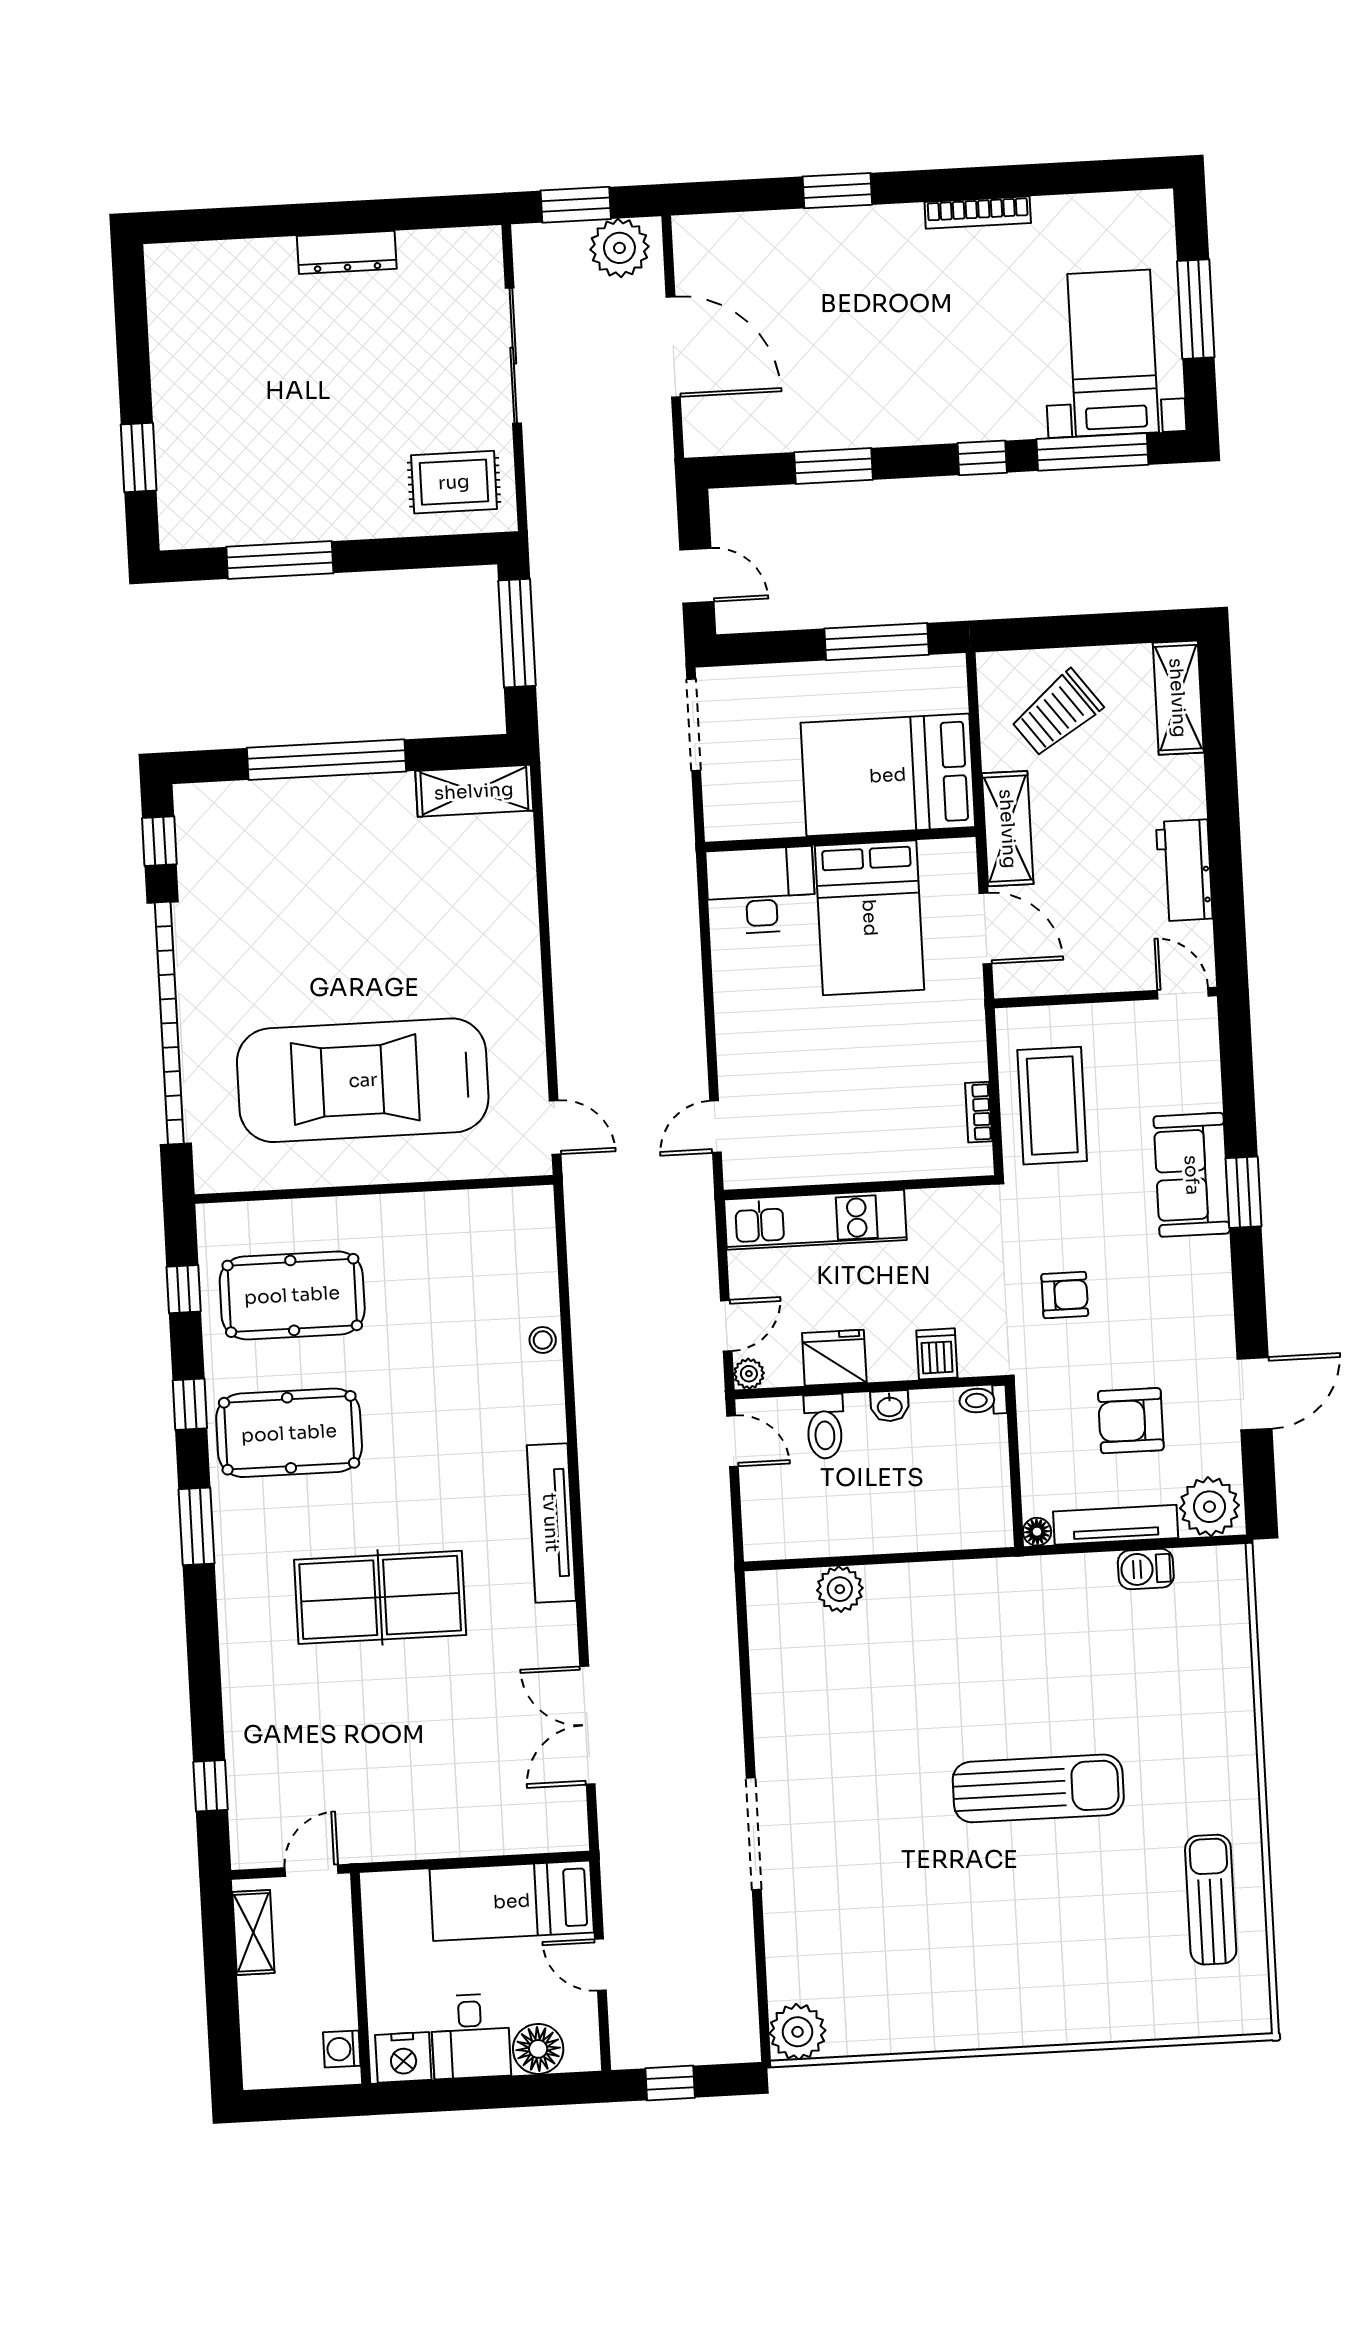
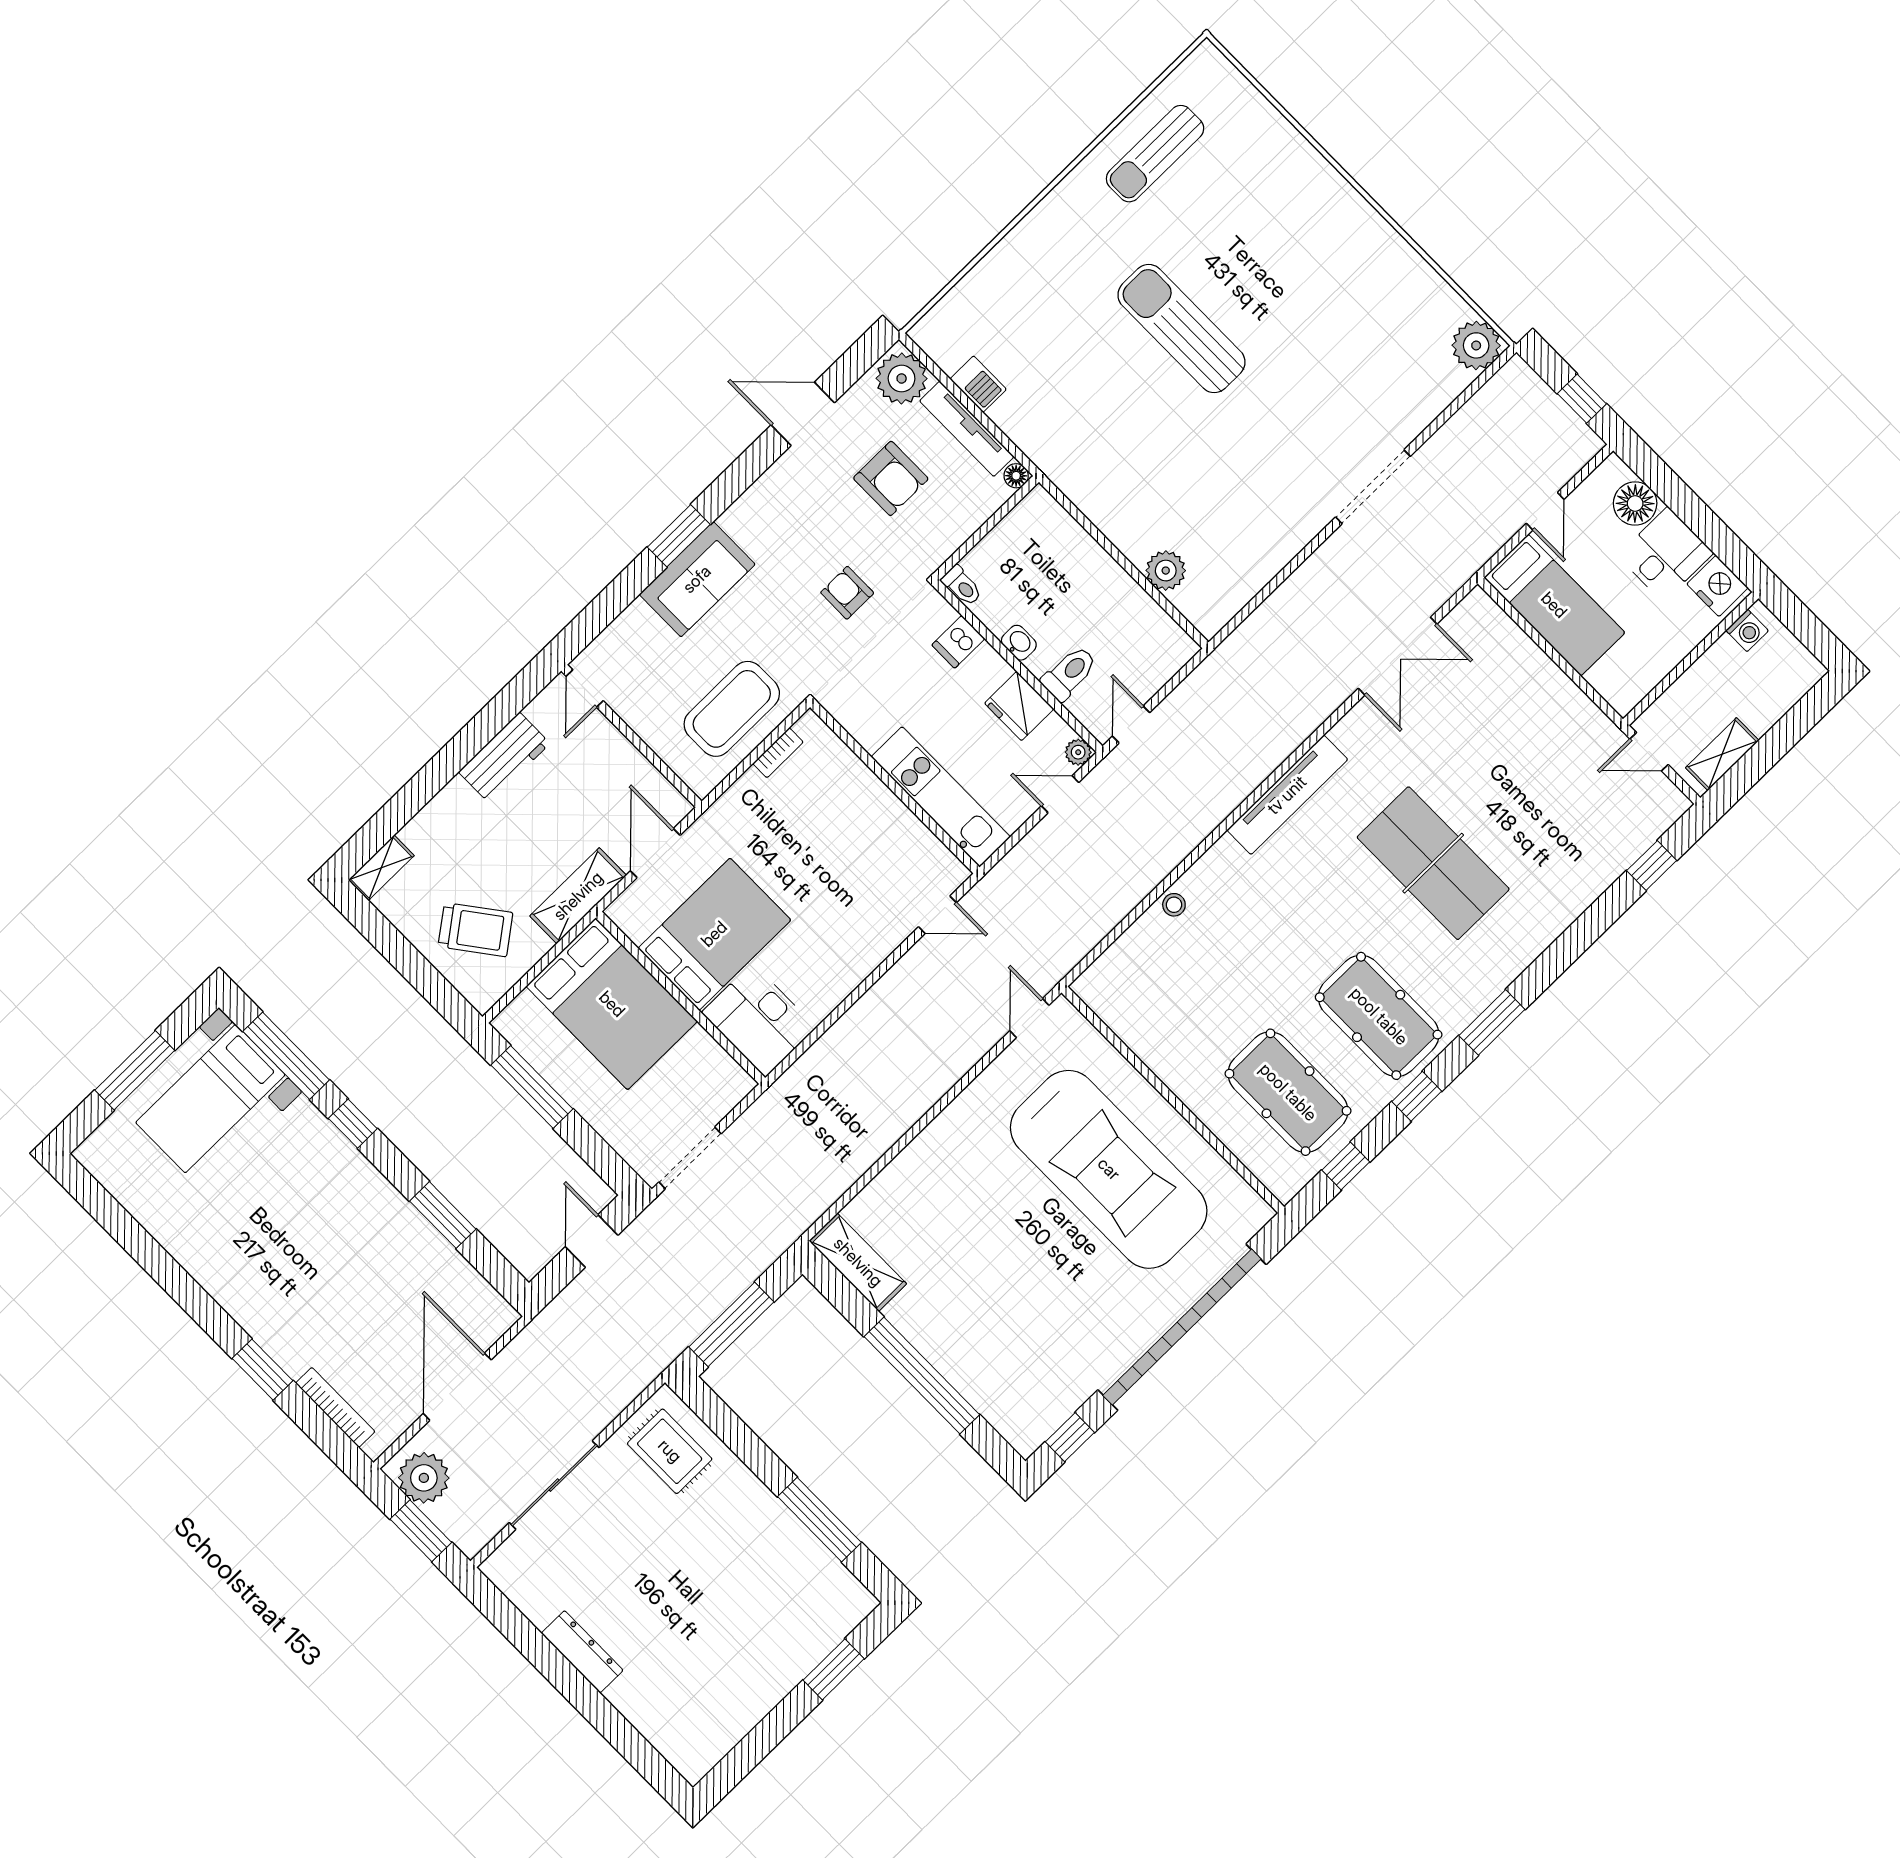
bookcase: (978, 213) -> (335, 1407), moved
shelving: (1178, 698) -> (381, 868), width x0.67, depth x0.75

